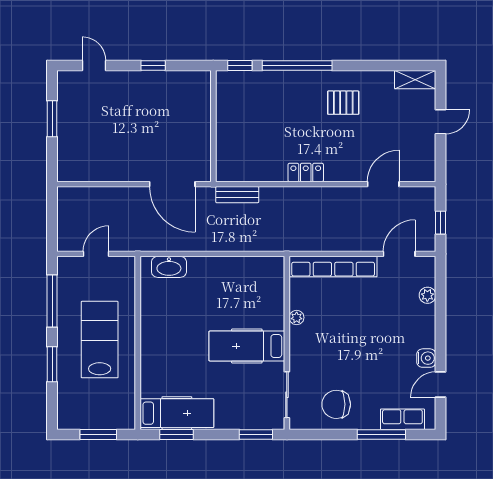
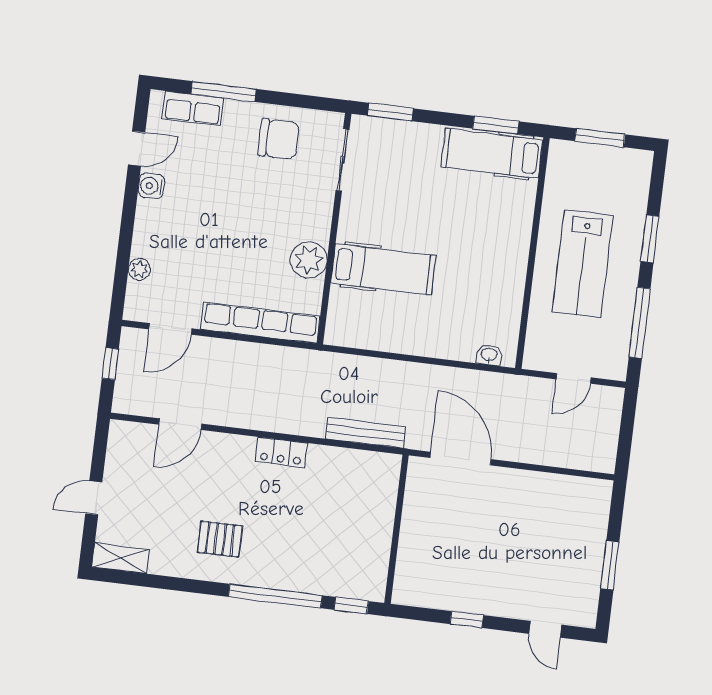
bench: (237, 195) -> (366, 433), width x1.36
washbasin: (169, 267) -> (489, 355), width x0.52, depth x0.69
plant: (297, 318) -> (309, 260), width x1.87, depth x1.87
hospital bed: (247, 346) -> (383, 269), moved

